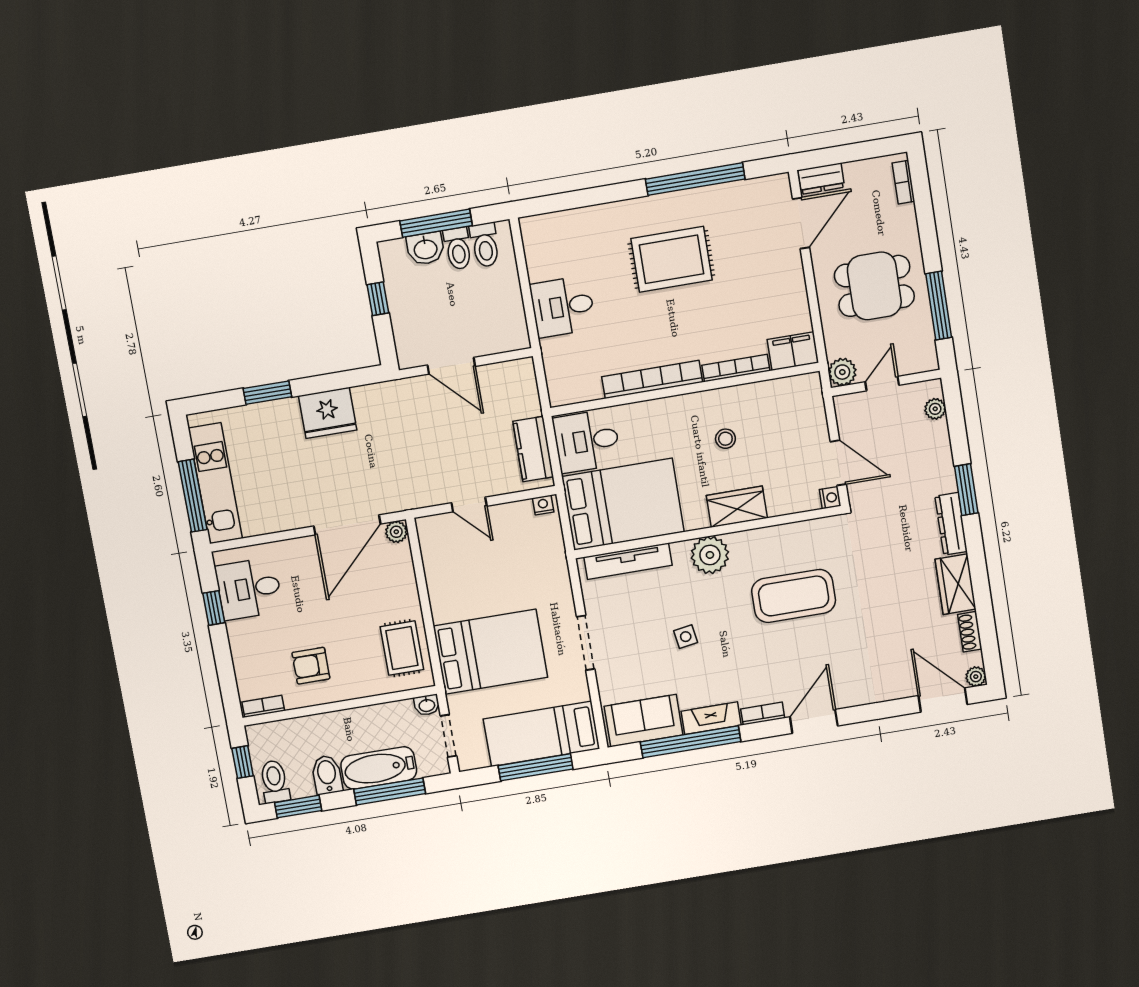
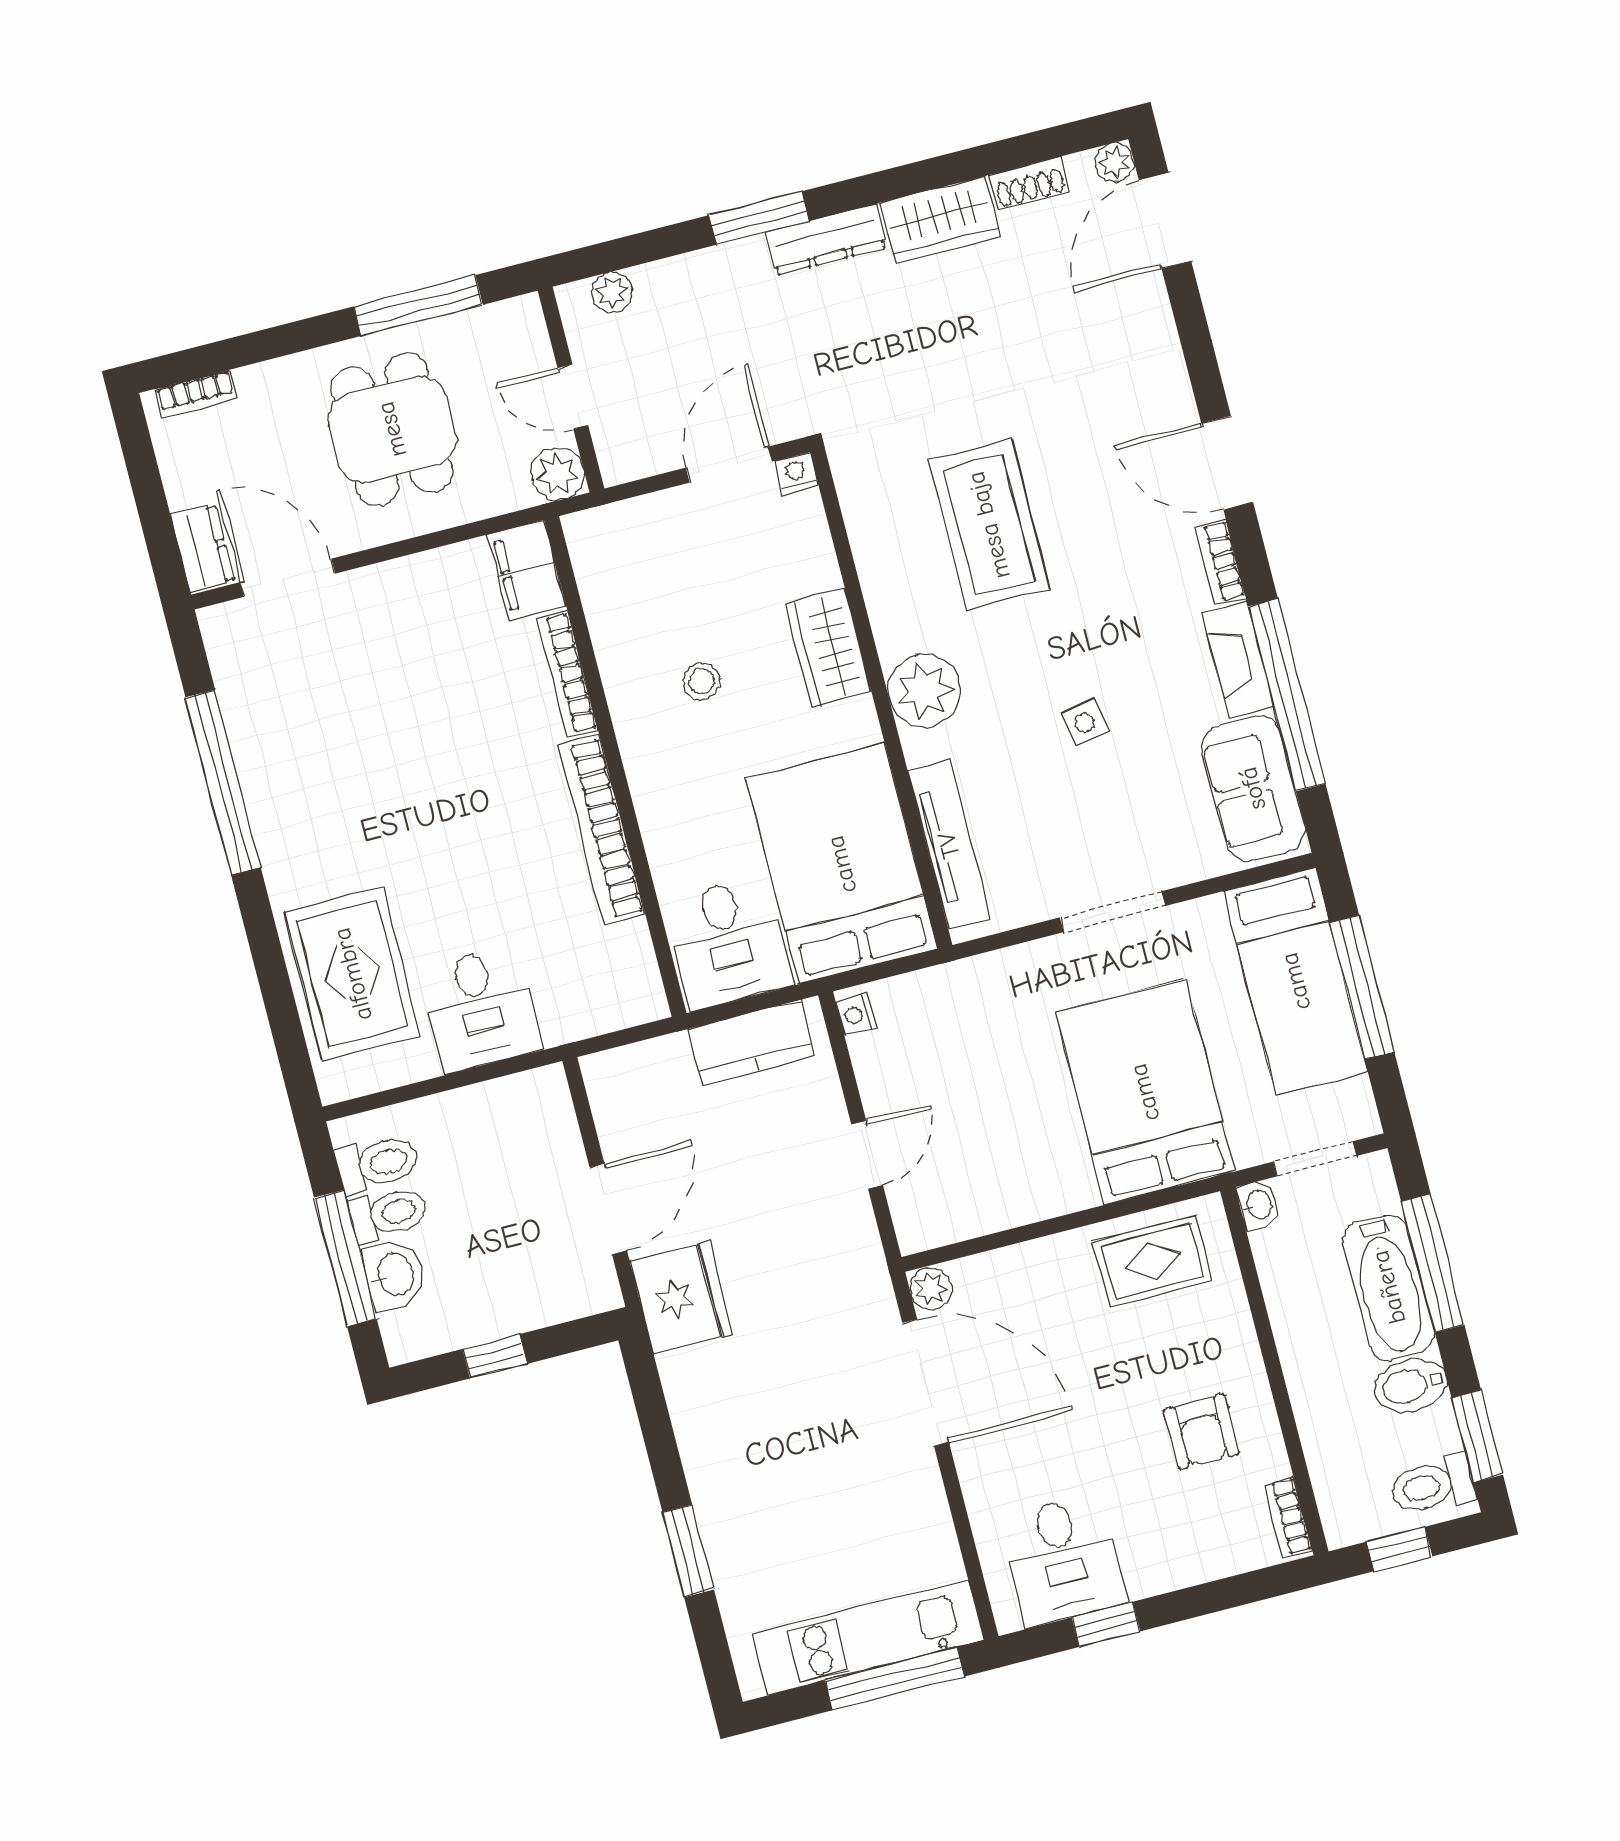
rug: (671, 259) -> (353, 974), moved
fridge: (328, 413) -> (681, 1298), moved

